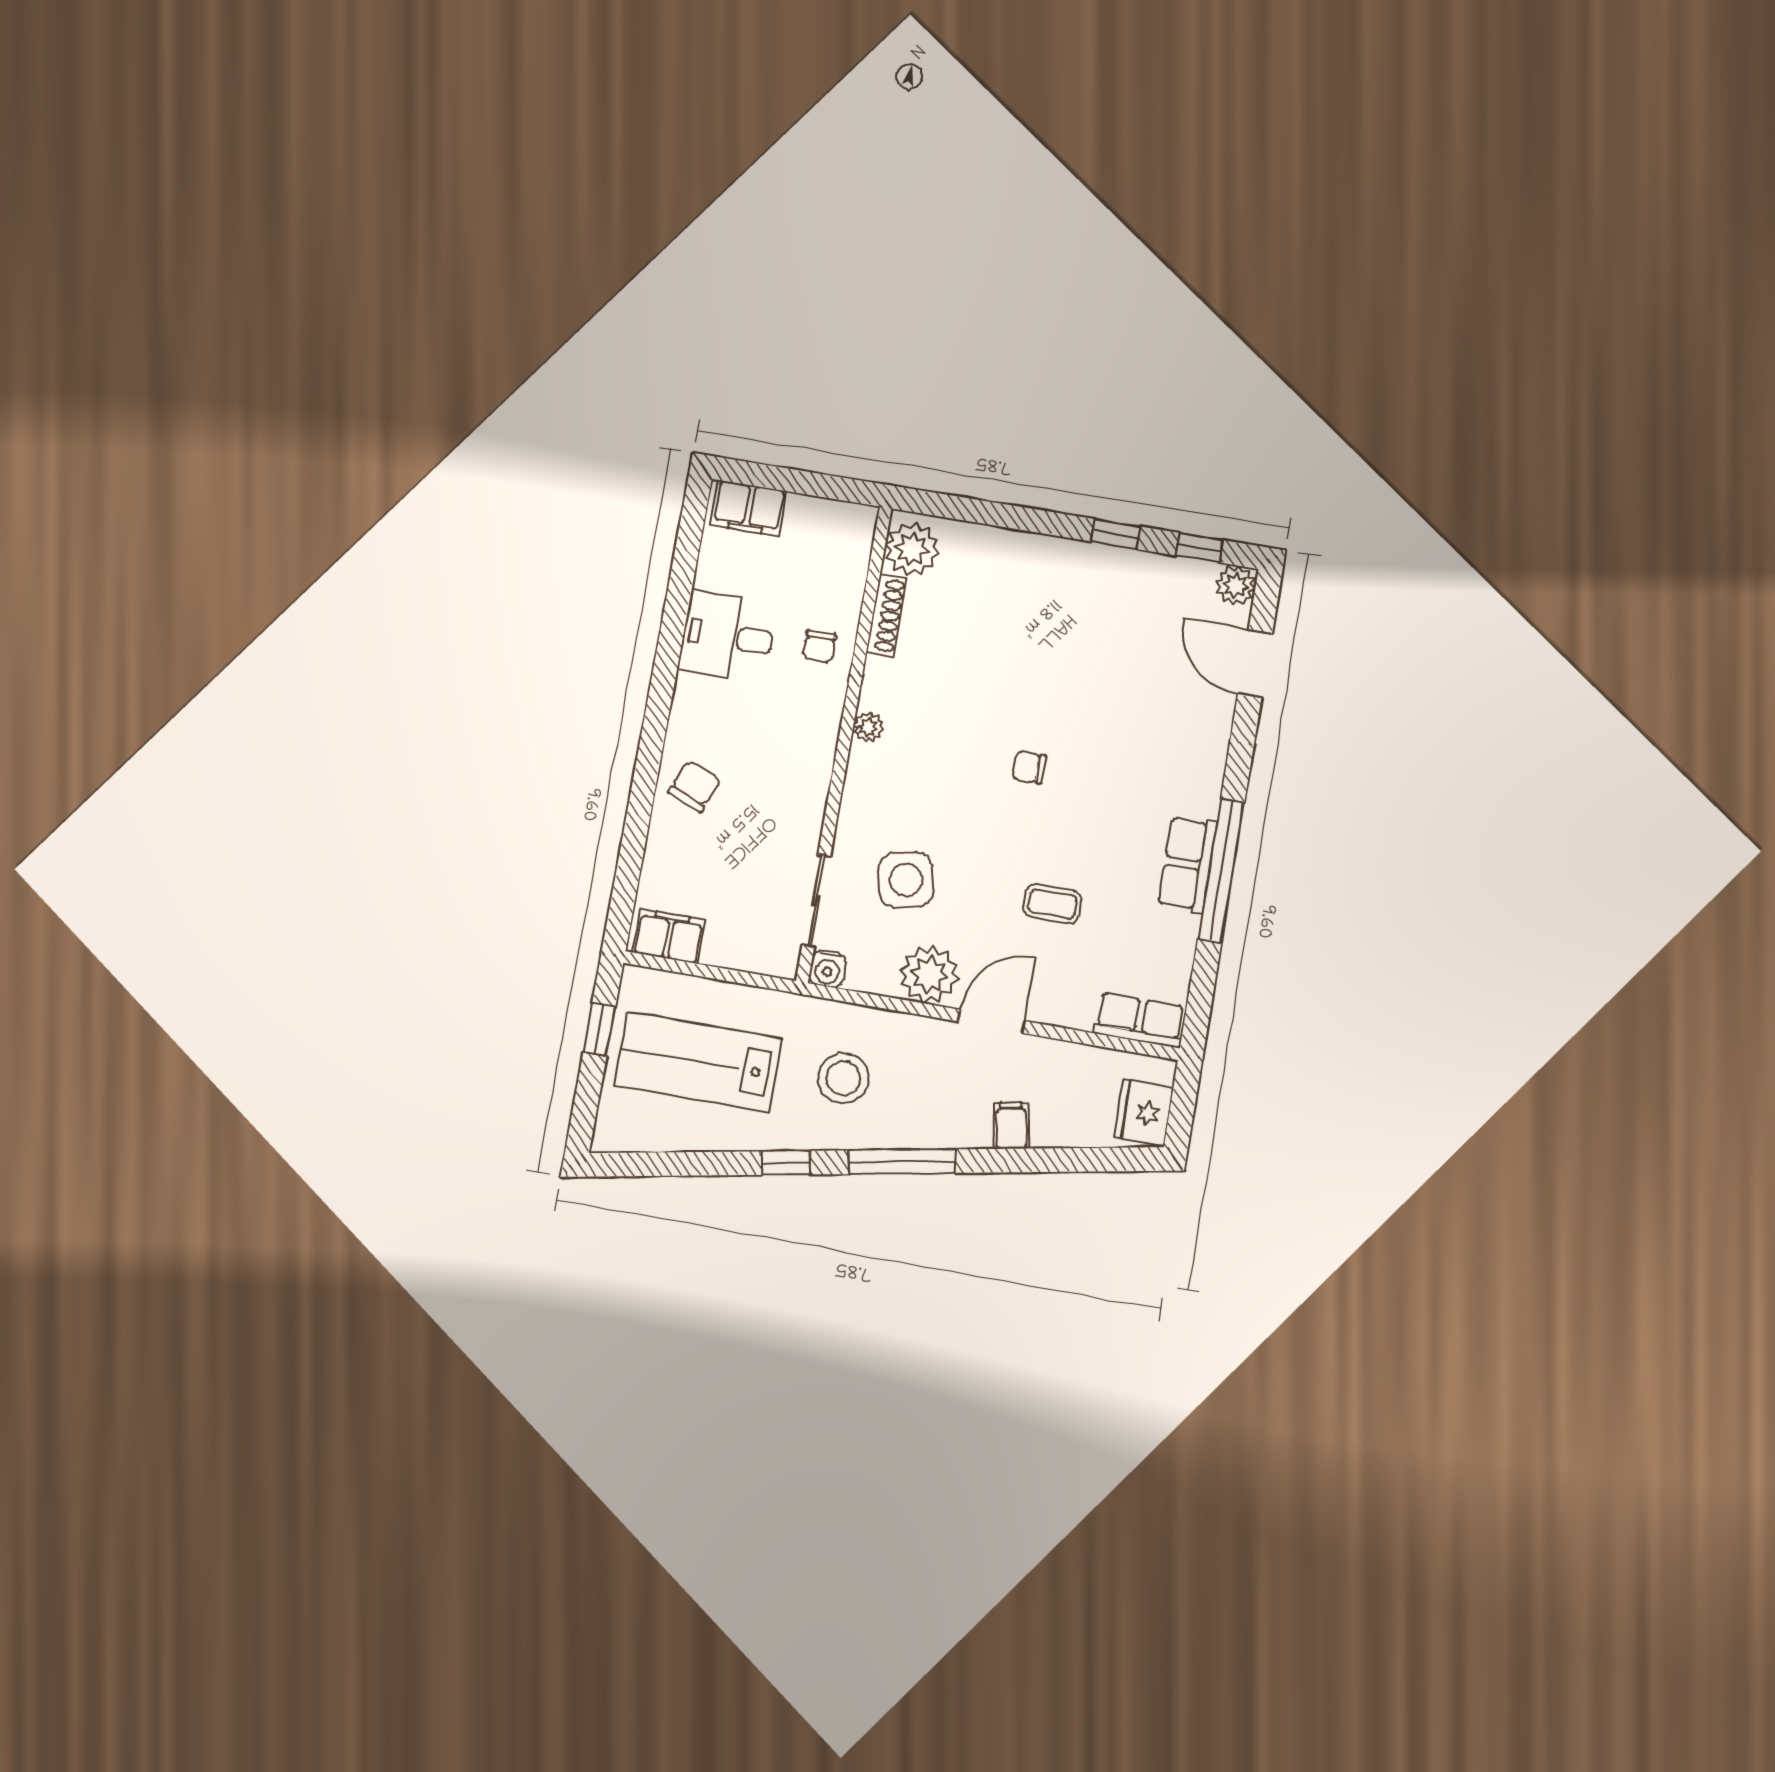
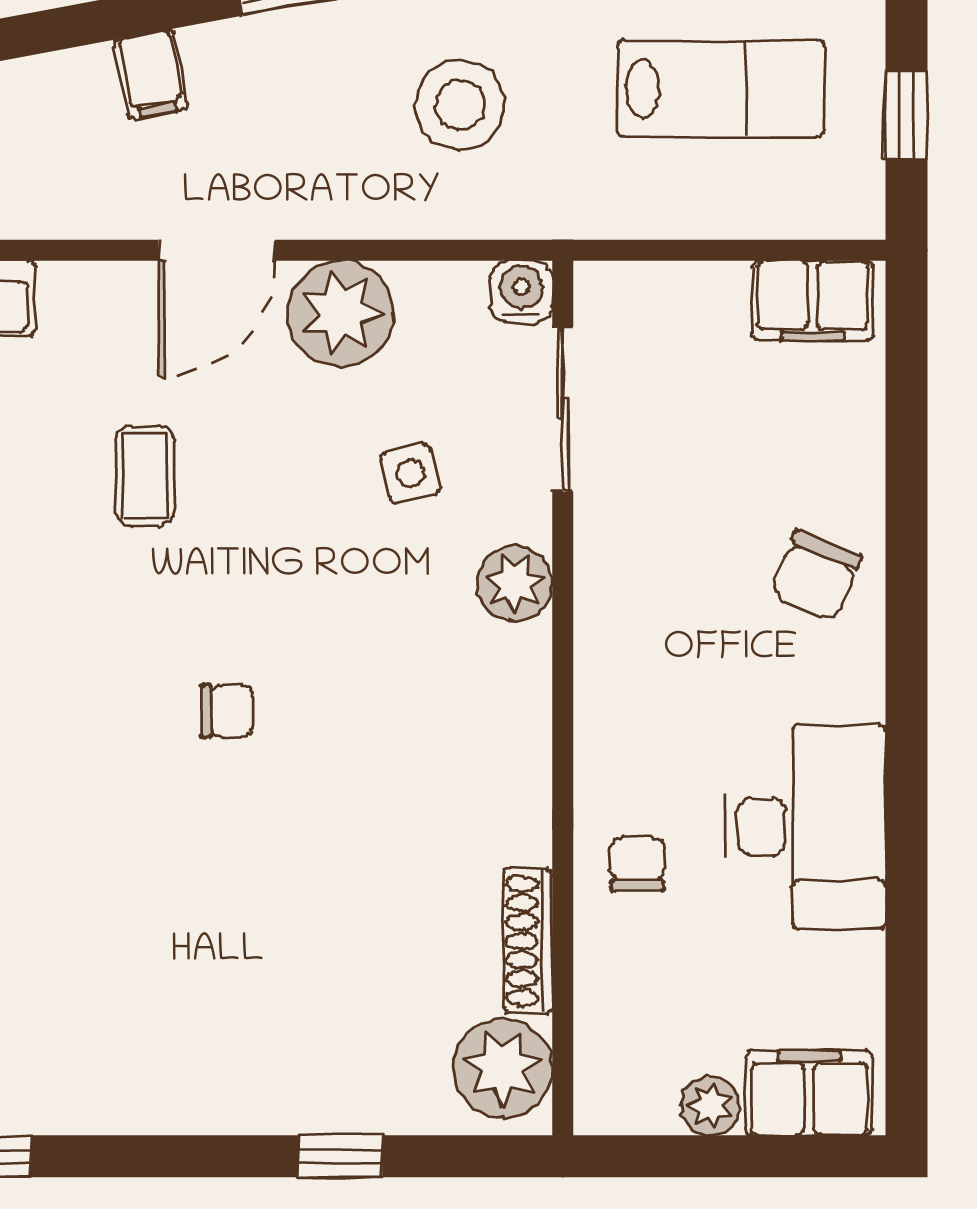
plant: (803, 510) -> (710, 1106), added
window: (1116, 534) -> (340, 1156), moved
desk: (728, 636) -> (805, 827), width x1.37
plant: (868, 727) -> (515, 583), moved, width x1.38, depth x1.38
side table: (906, 880) -> (410, 473), width x0.54, depth x0.54
coffee table: (1052, 904) -> (145, 476), turned 90
lab bench: (698, 1062) -> (721, 89), width x0.73, depth x0.72

